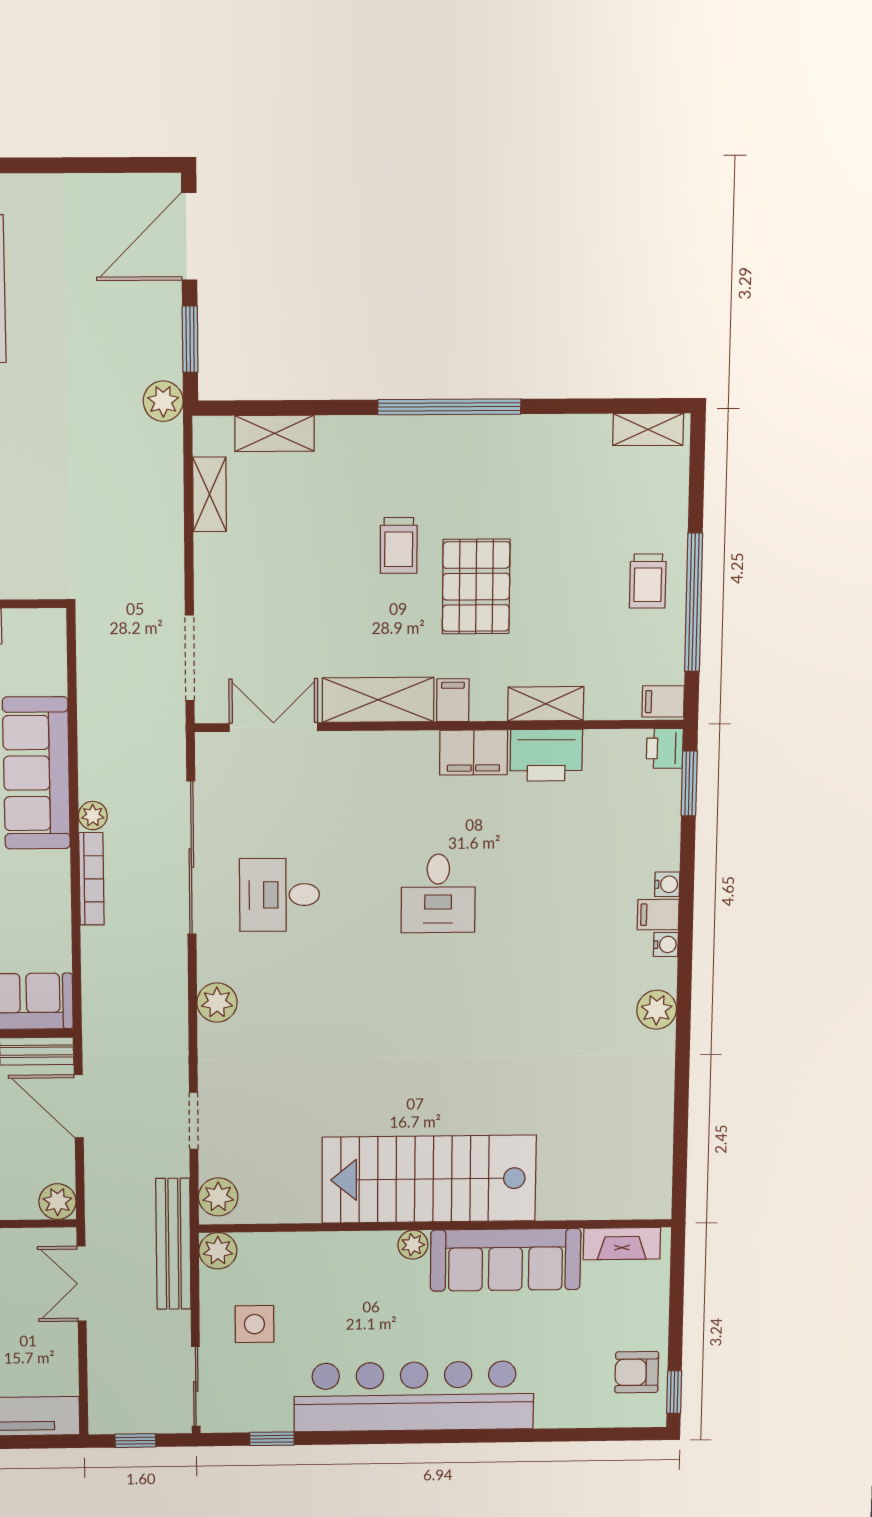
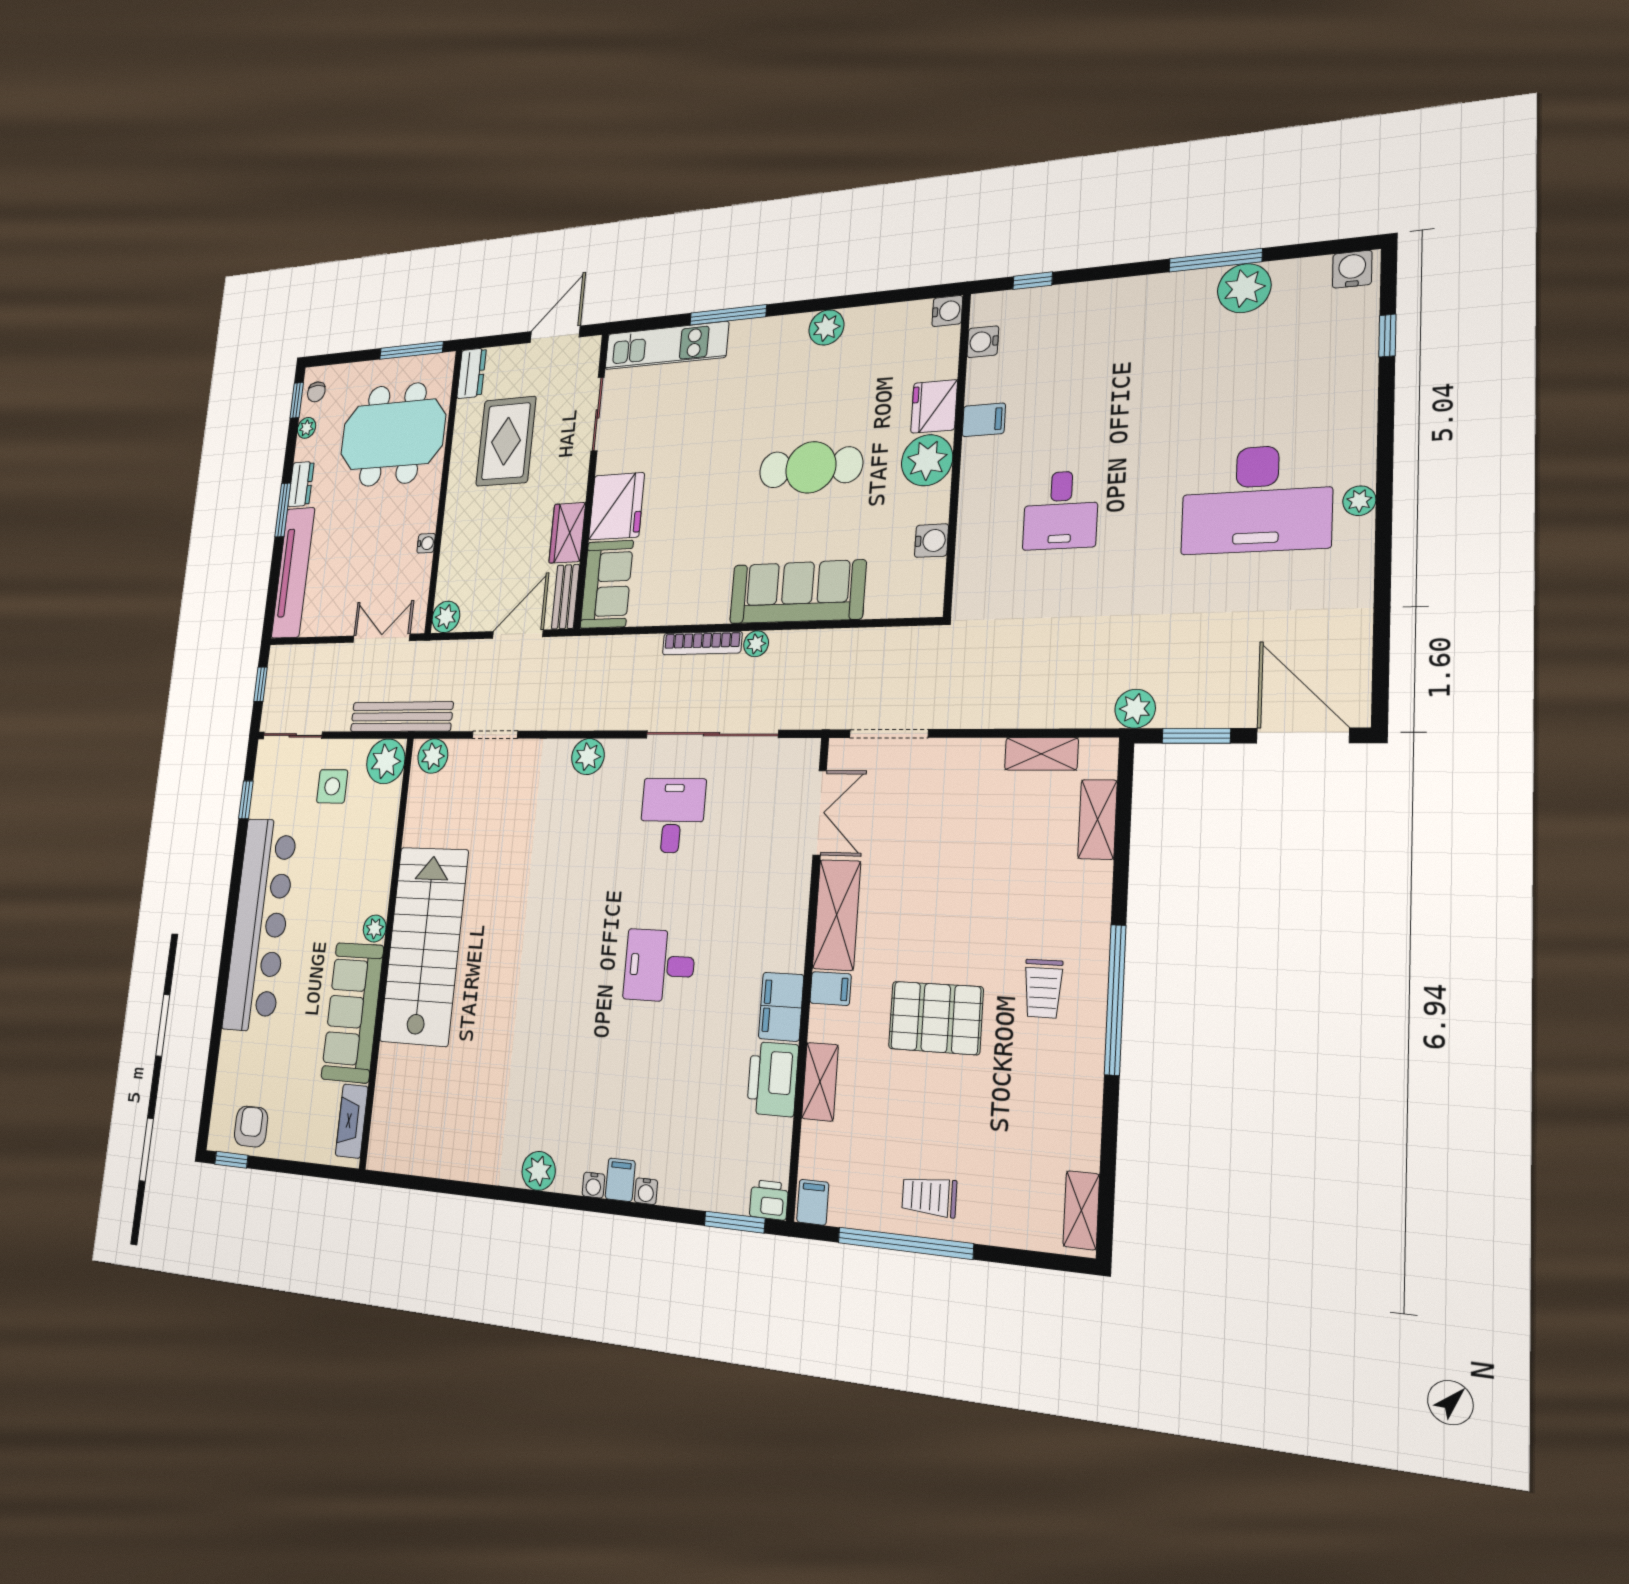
trolley: (399, 545) -> (1043, 989), moved, turned -90
plant: (218, 1251) -> (386, 761), width x1.36, depth x1.36

